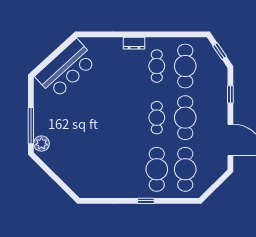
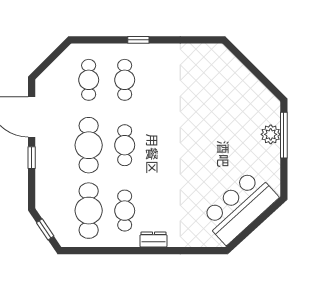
window: (230, 94) -> (32, 158), moved
plant: (41, 144) -> (271, 134), moved
cafe table: (157, 169) -> (125, 80), width x0.73, depth x0.74
cafe table: (185, 169) -> (89, 80), width x0.73, depth x0.74

